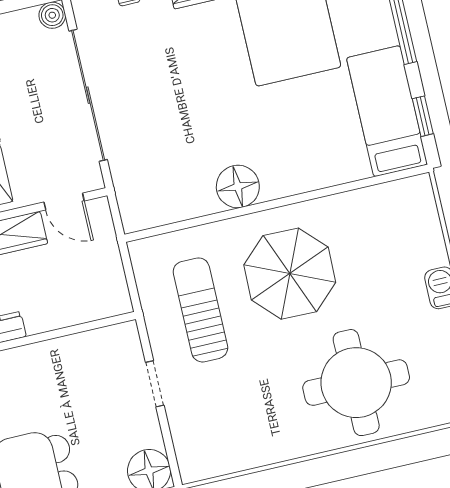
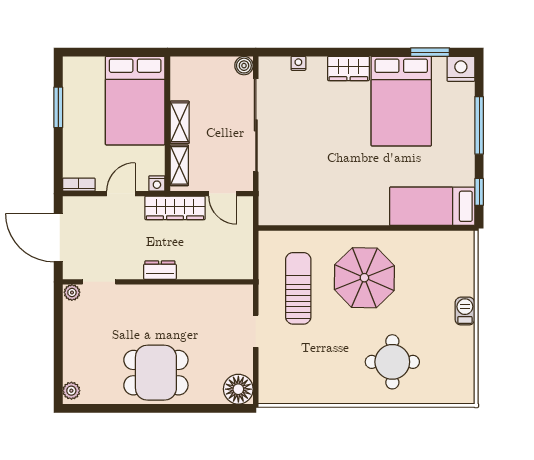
bed: (387, 111) -> (432, 206), moved, turned -90
floor lamp: (238, 187) -> (343, 211), removed
round table: (356, 383) -> (392, 362), width x0.73, depth x0.73

